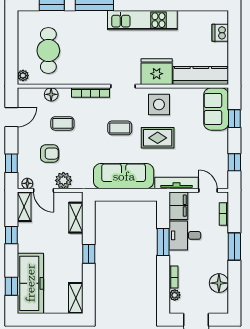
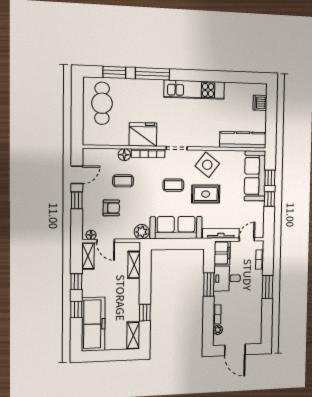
cafe table: (48, 51) -> (102, 103), moved
fridge: (157, 72) -> (143, 134), moved
plant: (23, 76) -> (88, 137), removed
floor lamp: (51, 94) -> (124, 155), moved
side table: (159, 105) -> (207, 165), turned 38
sofa: (216, 109) -> (255, 176), width x1.36
window: (234, 162) -> (269, 199), moved
window: (11, 163) -> (77, 200), moved
plant: (63, 180) -> (142, 232), moved
door: (208, 190) -> (247, 239), hinge flipped
window: (89, 254) -> (145, 313), moved
floor lamp: (219, 283) -> (254, 318), removed
window: (11, 286) -> (76, 310), moved

